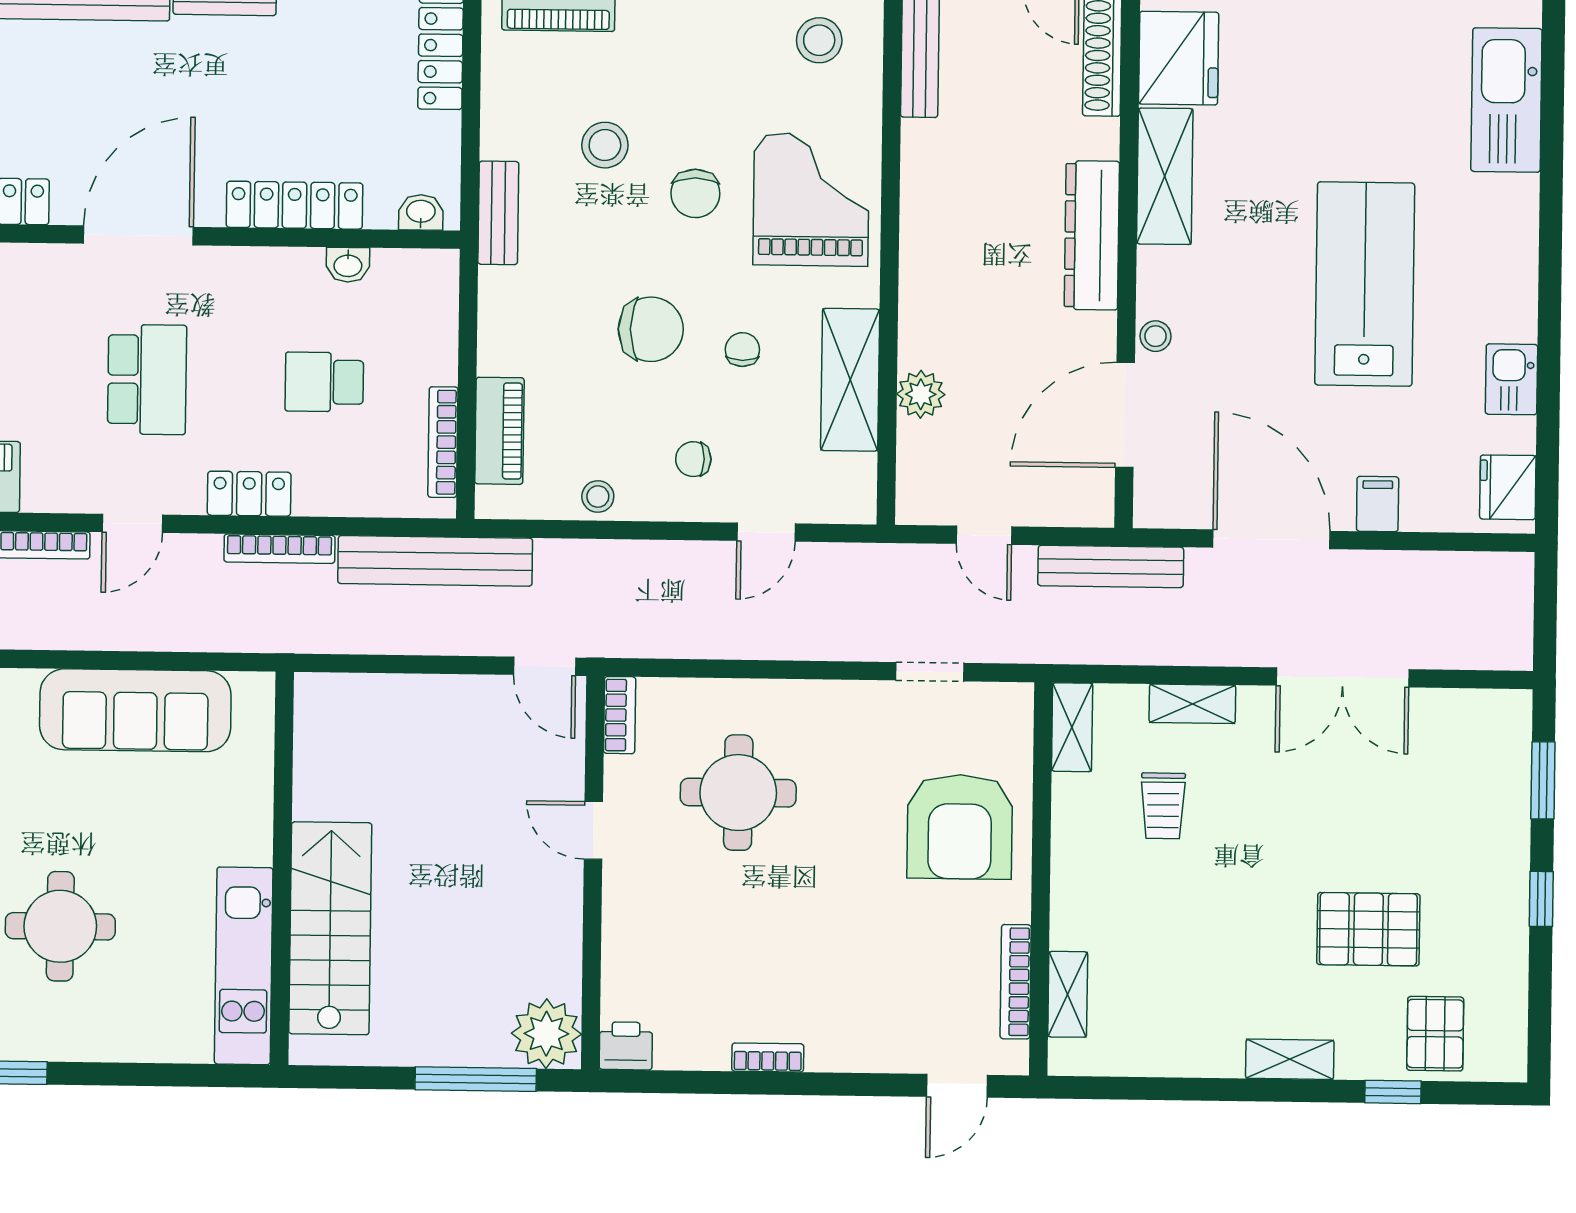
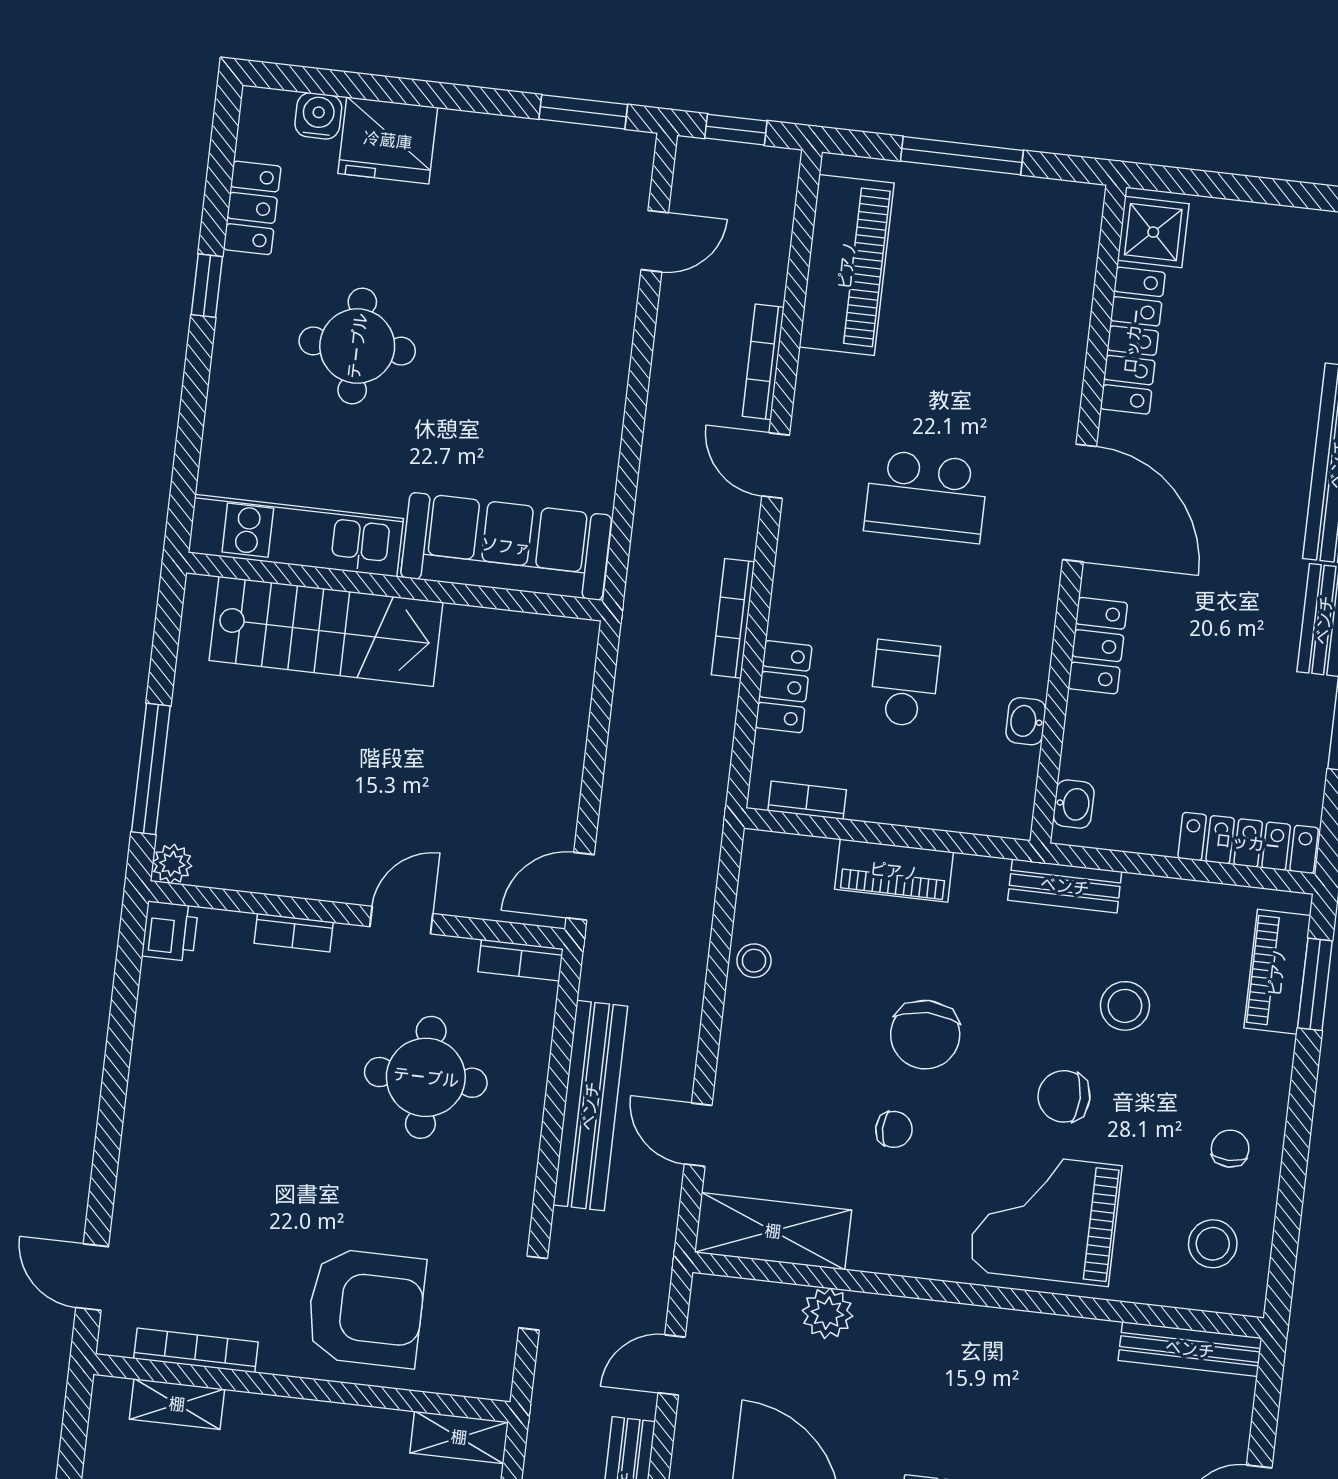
grand piano: (811, 200) -> (1045, 1218), turned 180
locker: (295, 205) -> (1098, 646), width x0.66
shelving: (850, 380) -> (773, 1231), moved
piano: (499, 431) -> (894, 871), moved
bookcase: (443, 442) -> (807, 800), width x0.64
chair: (693, 459) -> (1230, 1149), moved
locker: (249, 494) -> (784, 687), moved
bench: (435, 561) -> (590, 1106), moved
sofa: (135, 710) -> (506, 546), moved, turned 90
armchair: (960, 827) -> (366, 1308), turned 180
plant: (546, 1034) -> (172, 864), width x0.53, depth x0.53
bookcase: (768, 1058) -> (294, 933), moved, turned 90

